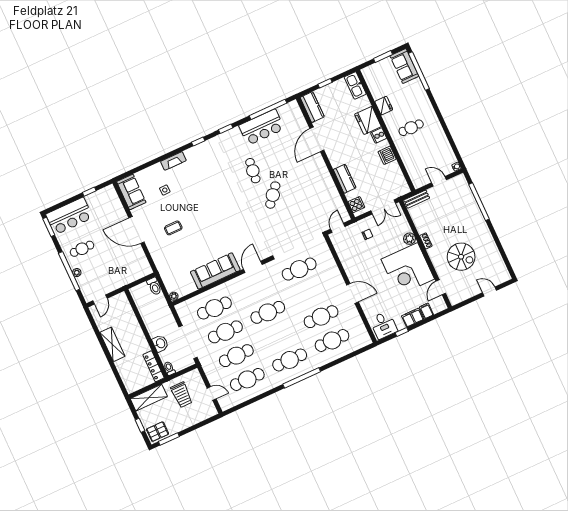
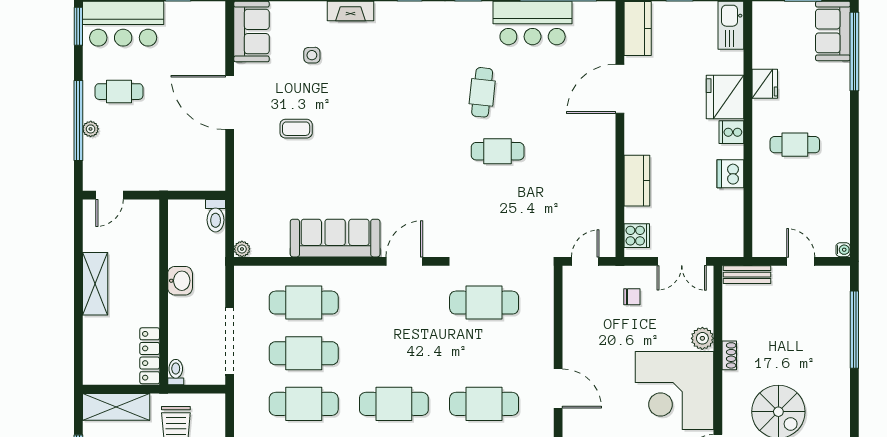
cafe table: (273, 195) -> (498, 151), turned 50
cafe table: (268, 312) -> (394, 404), moved
washbasin: (160, 343) -> (180, 281), moved

